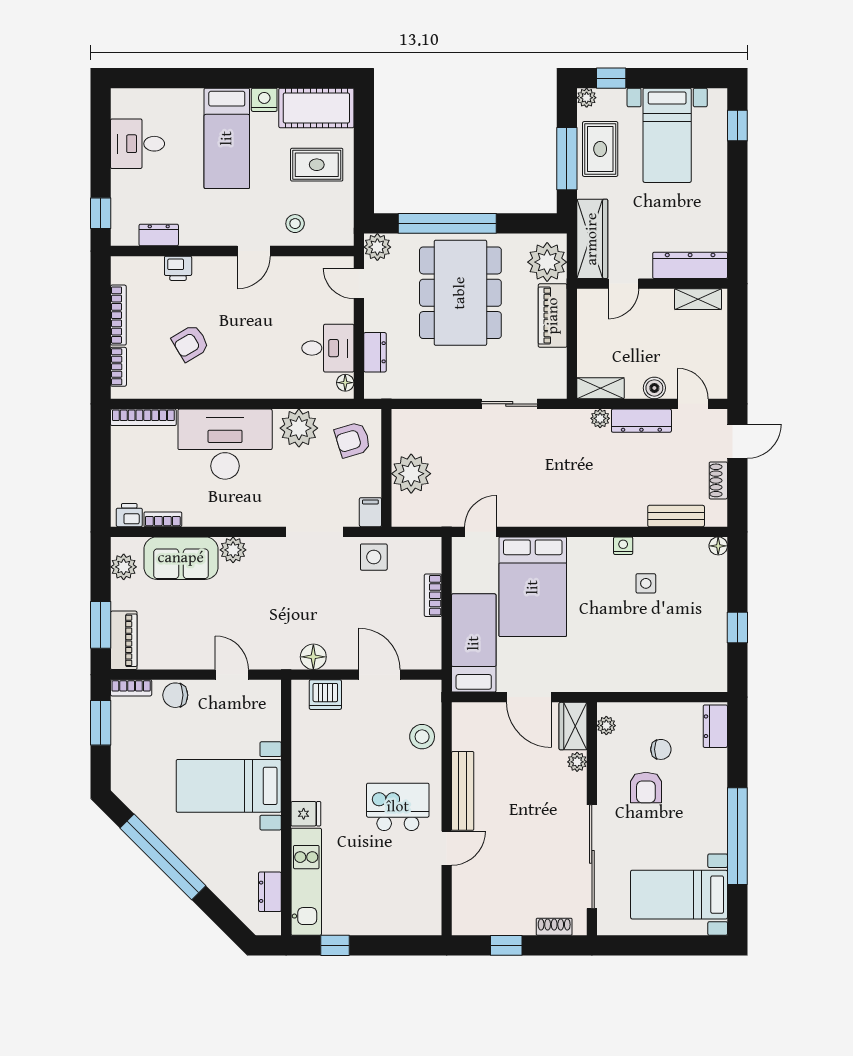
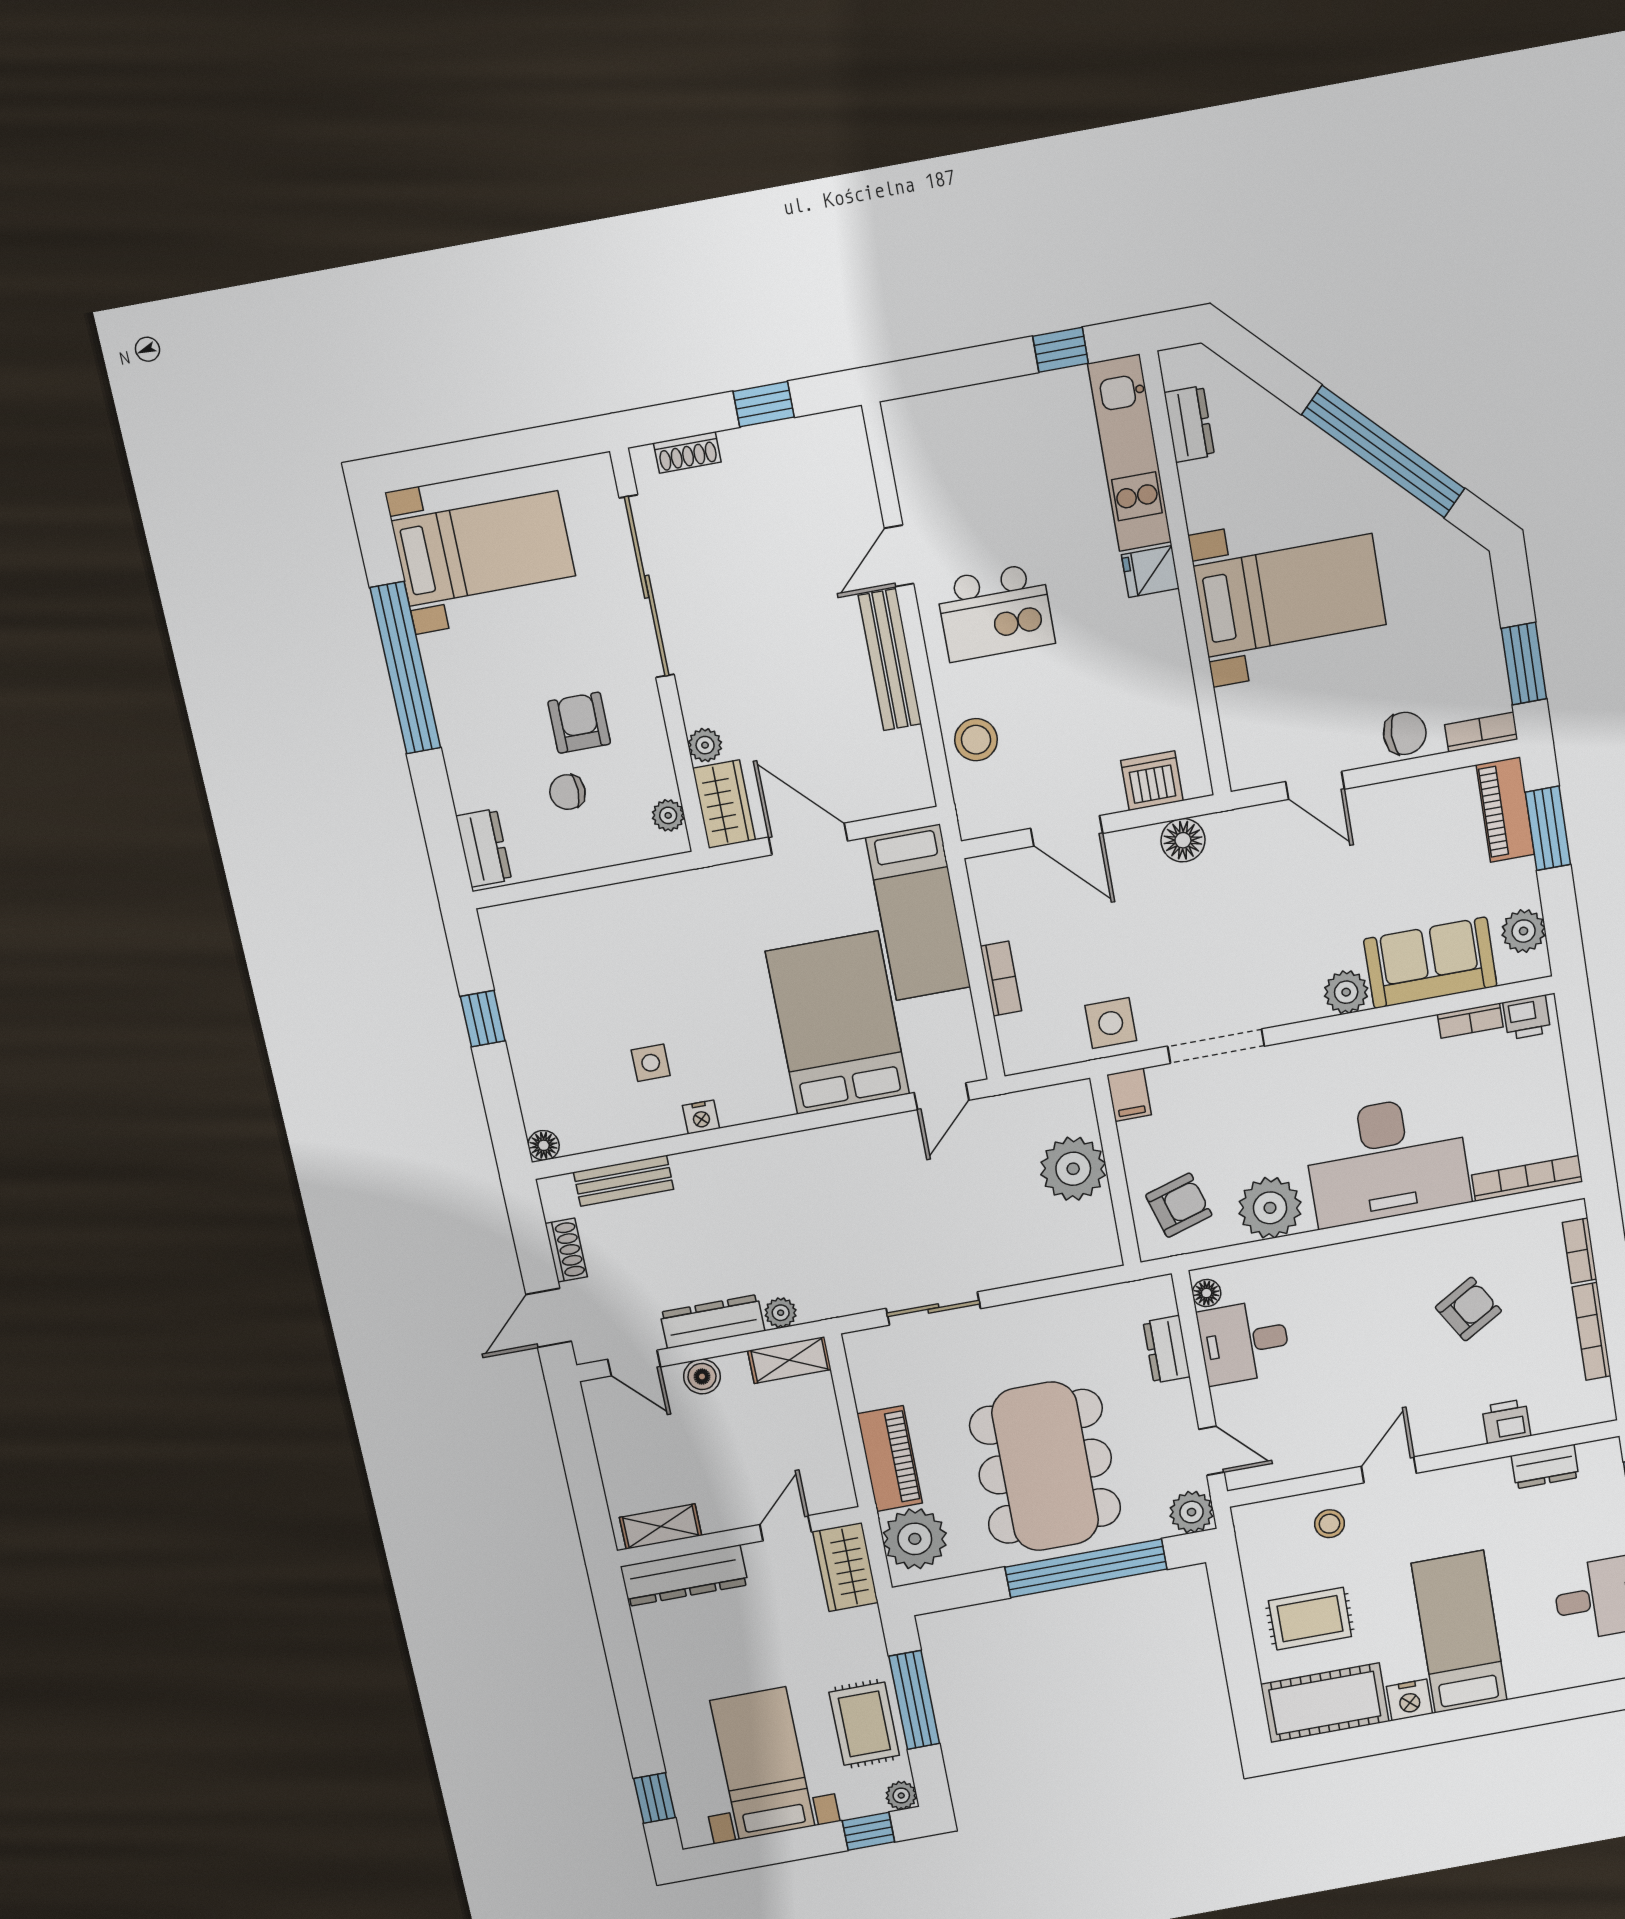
wardrobe: (592, 239) -> (845, 1567), width x0.67

